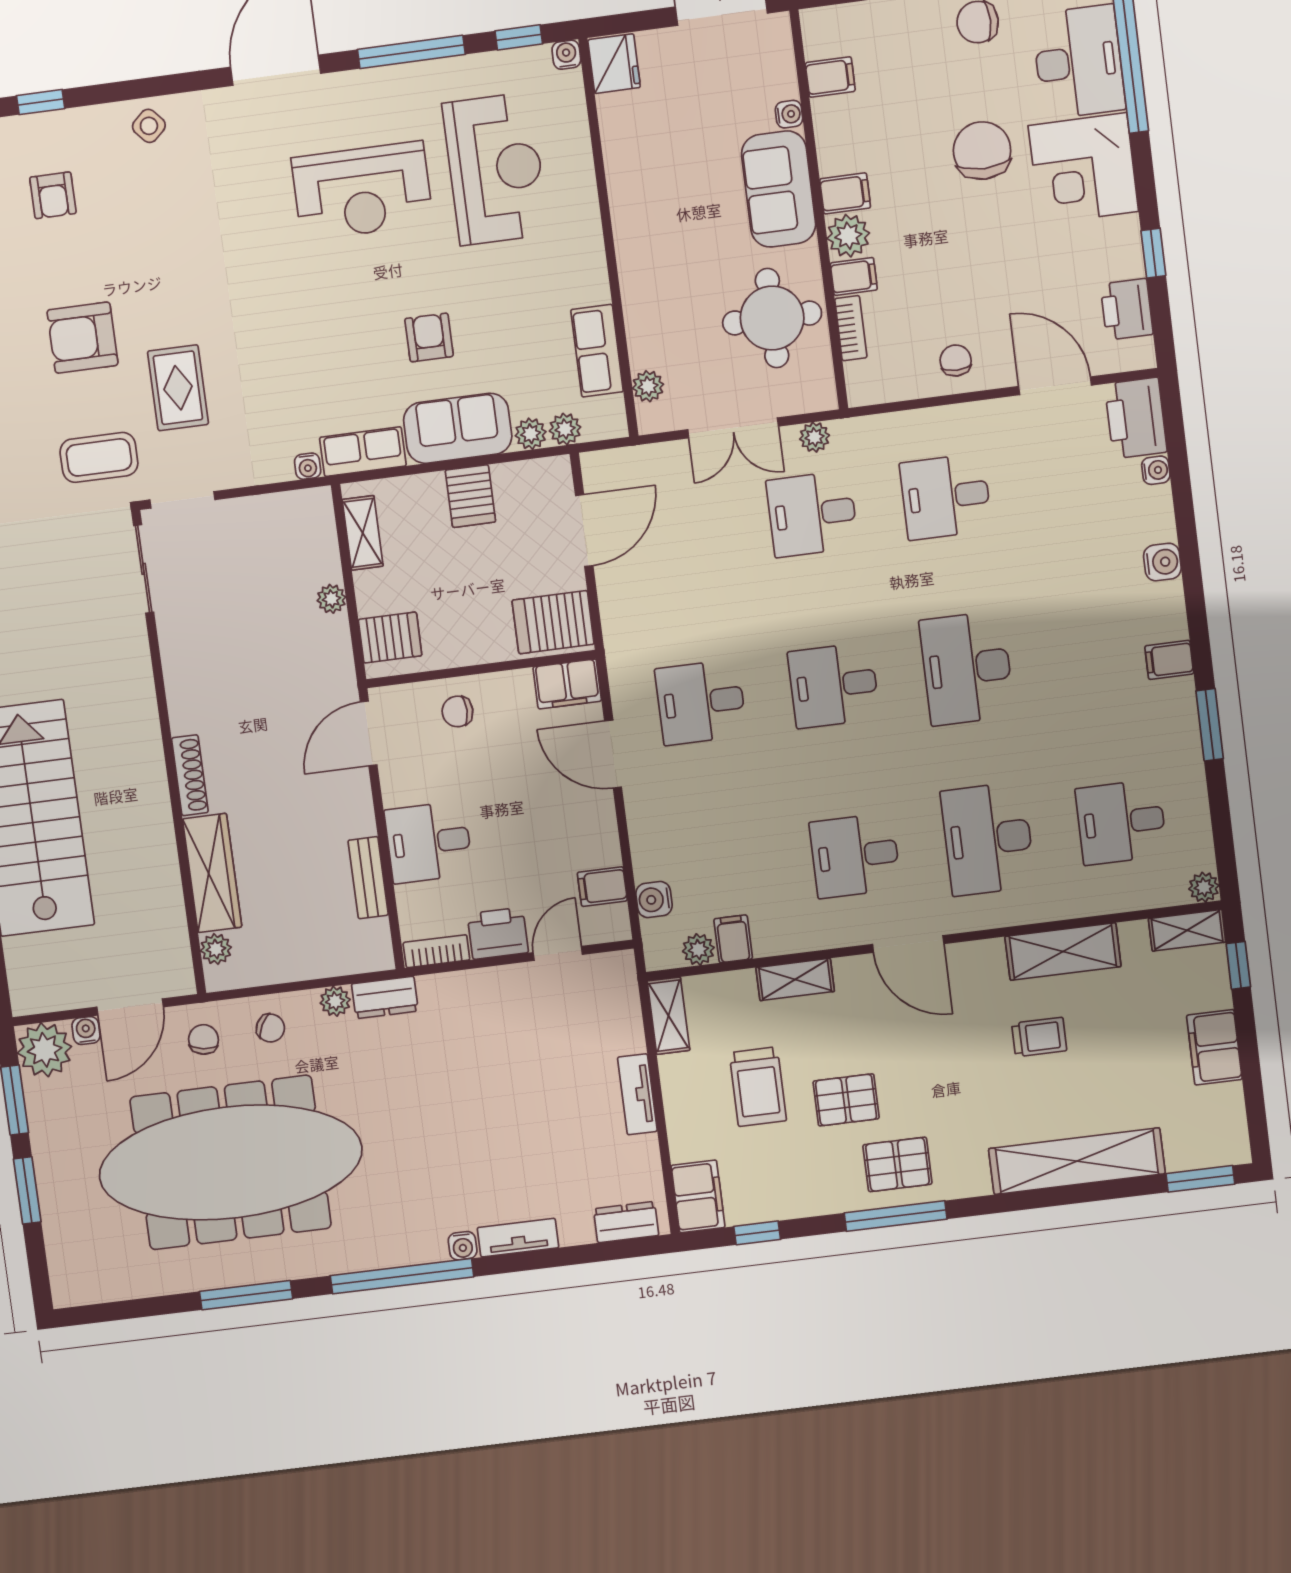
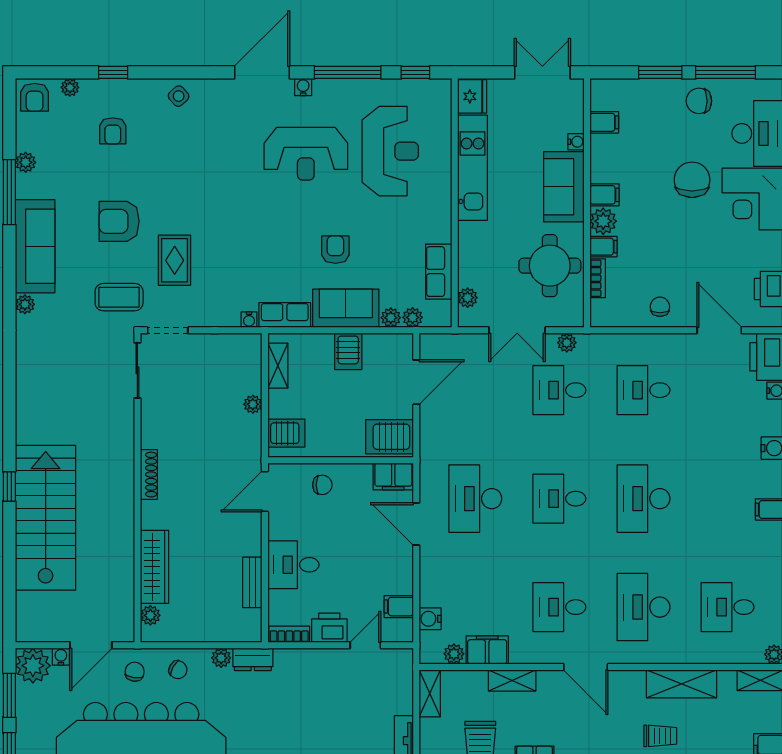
water cooler: (566, 55) -> (303, 87), moved
kitchen unit: (629, 178) -> (473, 168), added
desk: (701, 702) -> (475, 499), width x1.37
chair: (457, 711) -> (322, 485), turned 180
shoe rack: (190, 775) -> (149, 475), moved
filing cabinet: (733, 939) -> (487, 650), width x2.00

